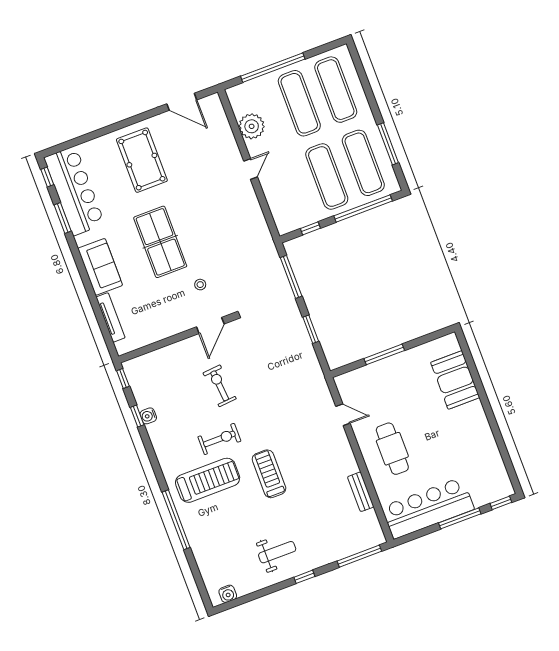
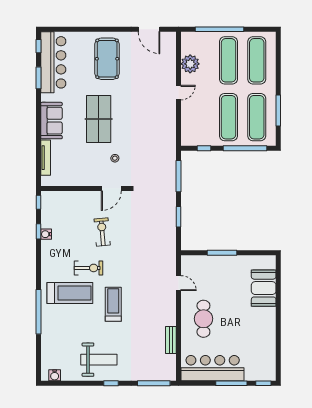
weight bench: (277, 552) -> (99, 360), width x1.36, depth x1.33

